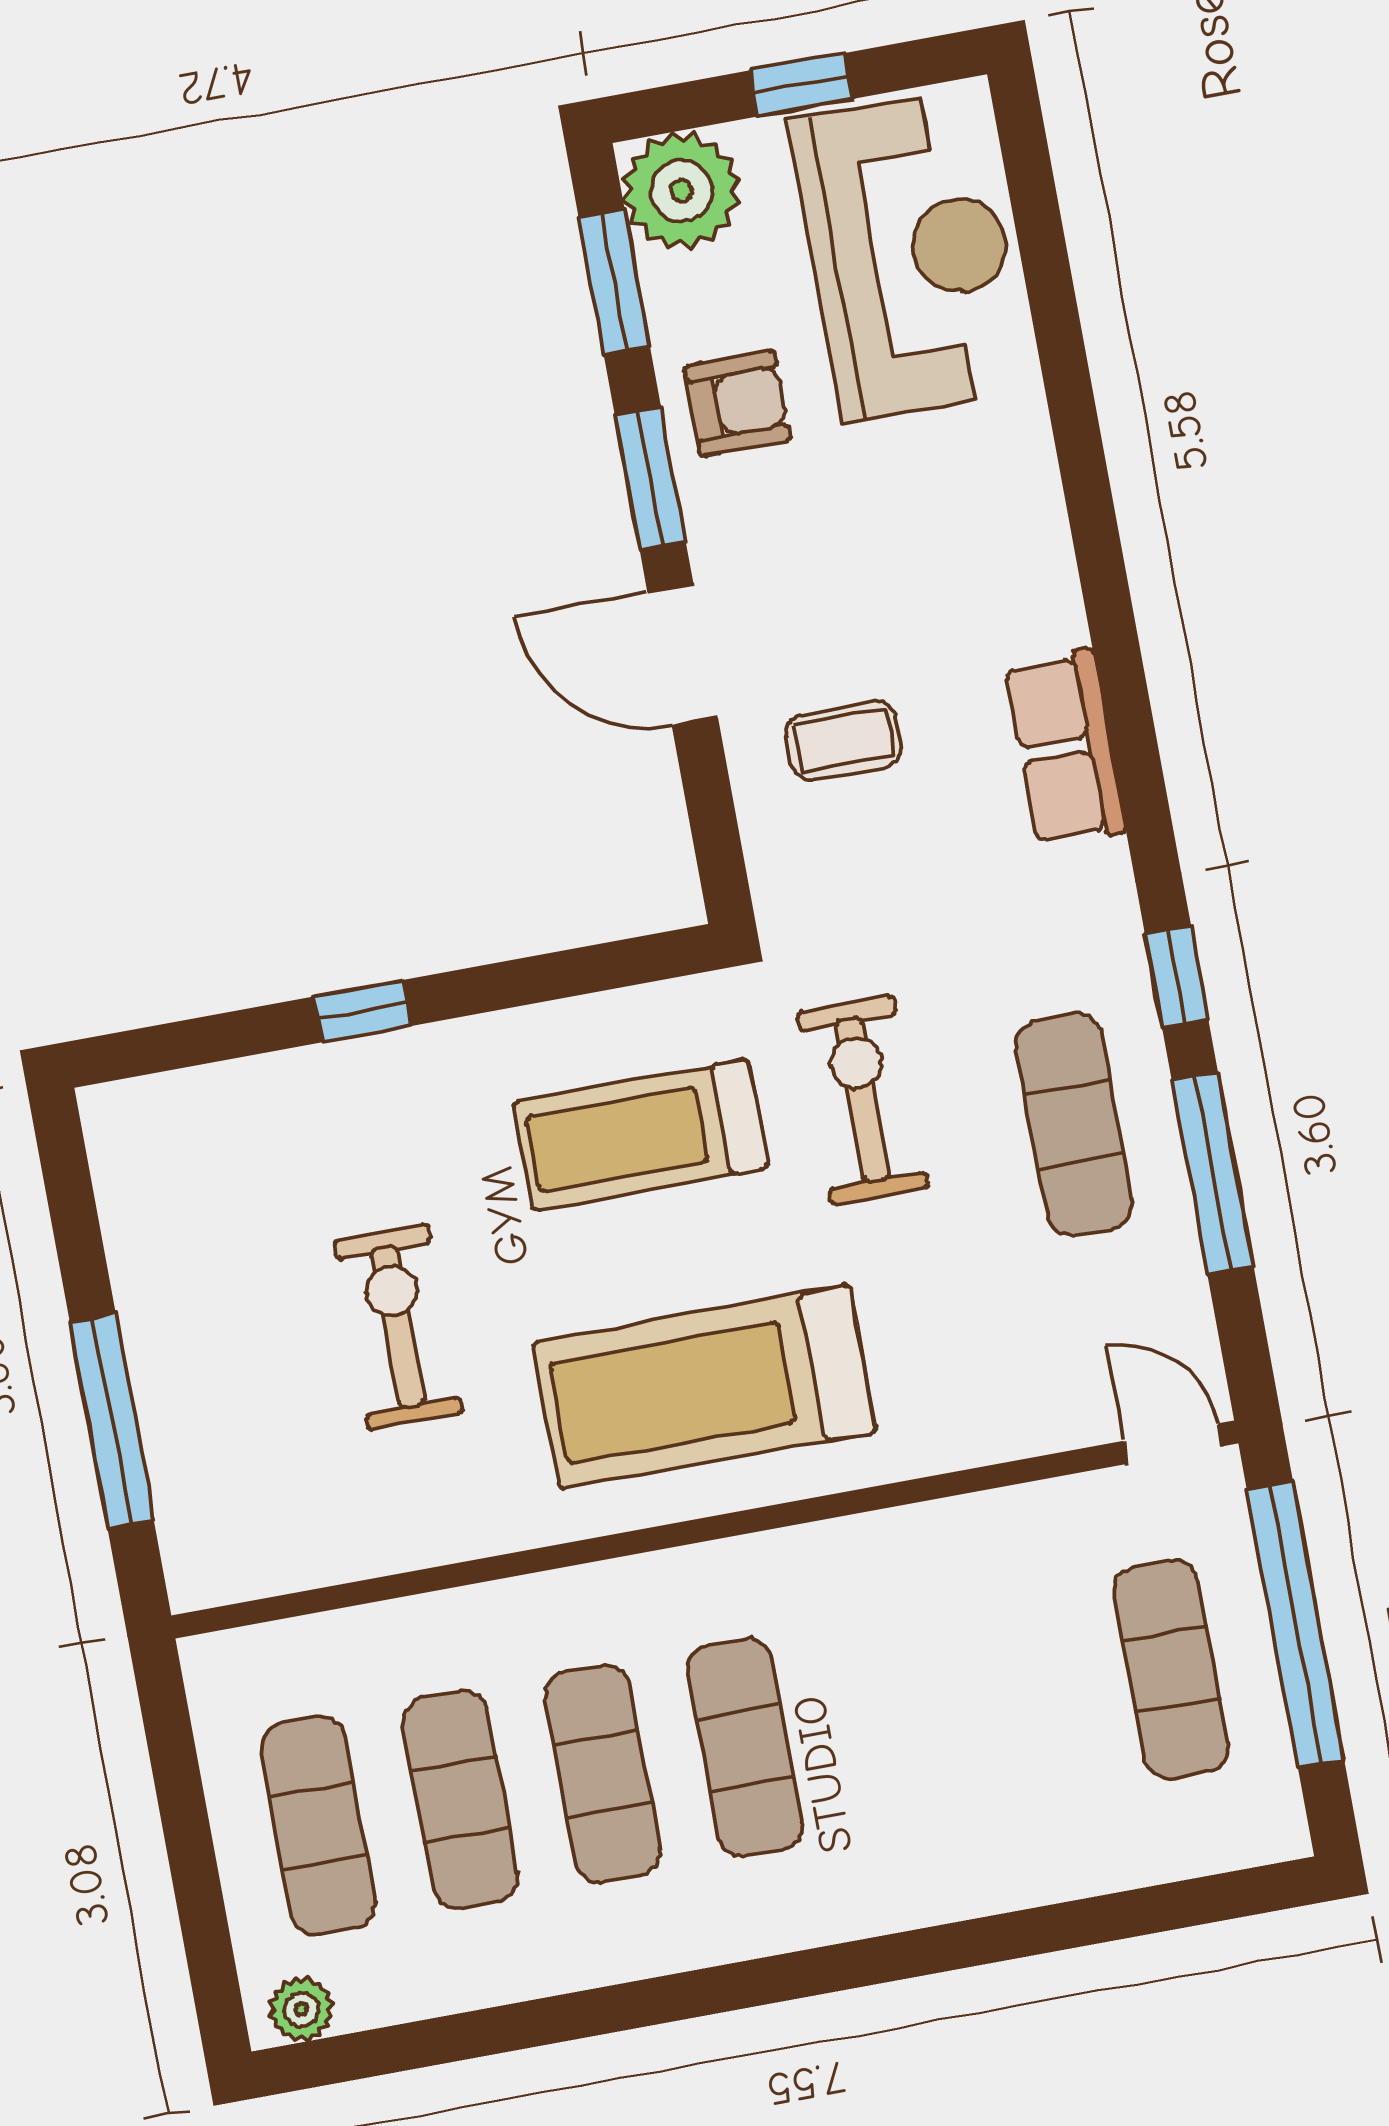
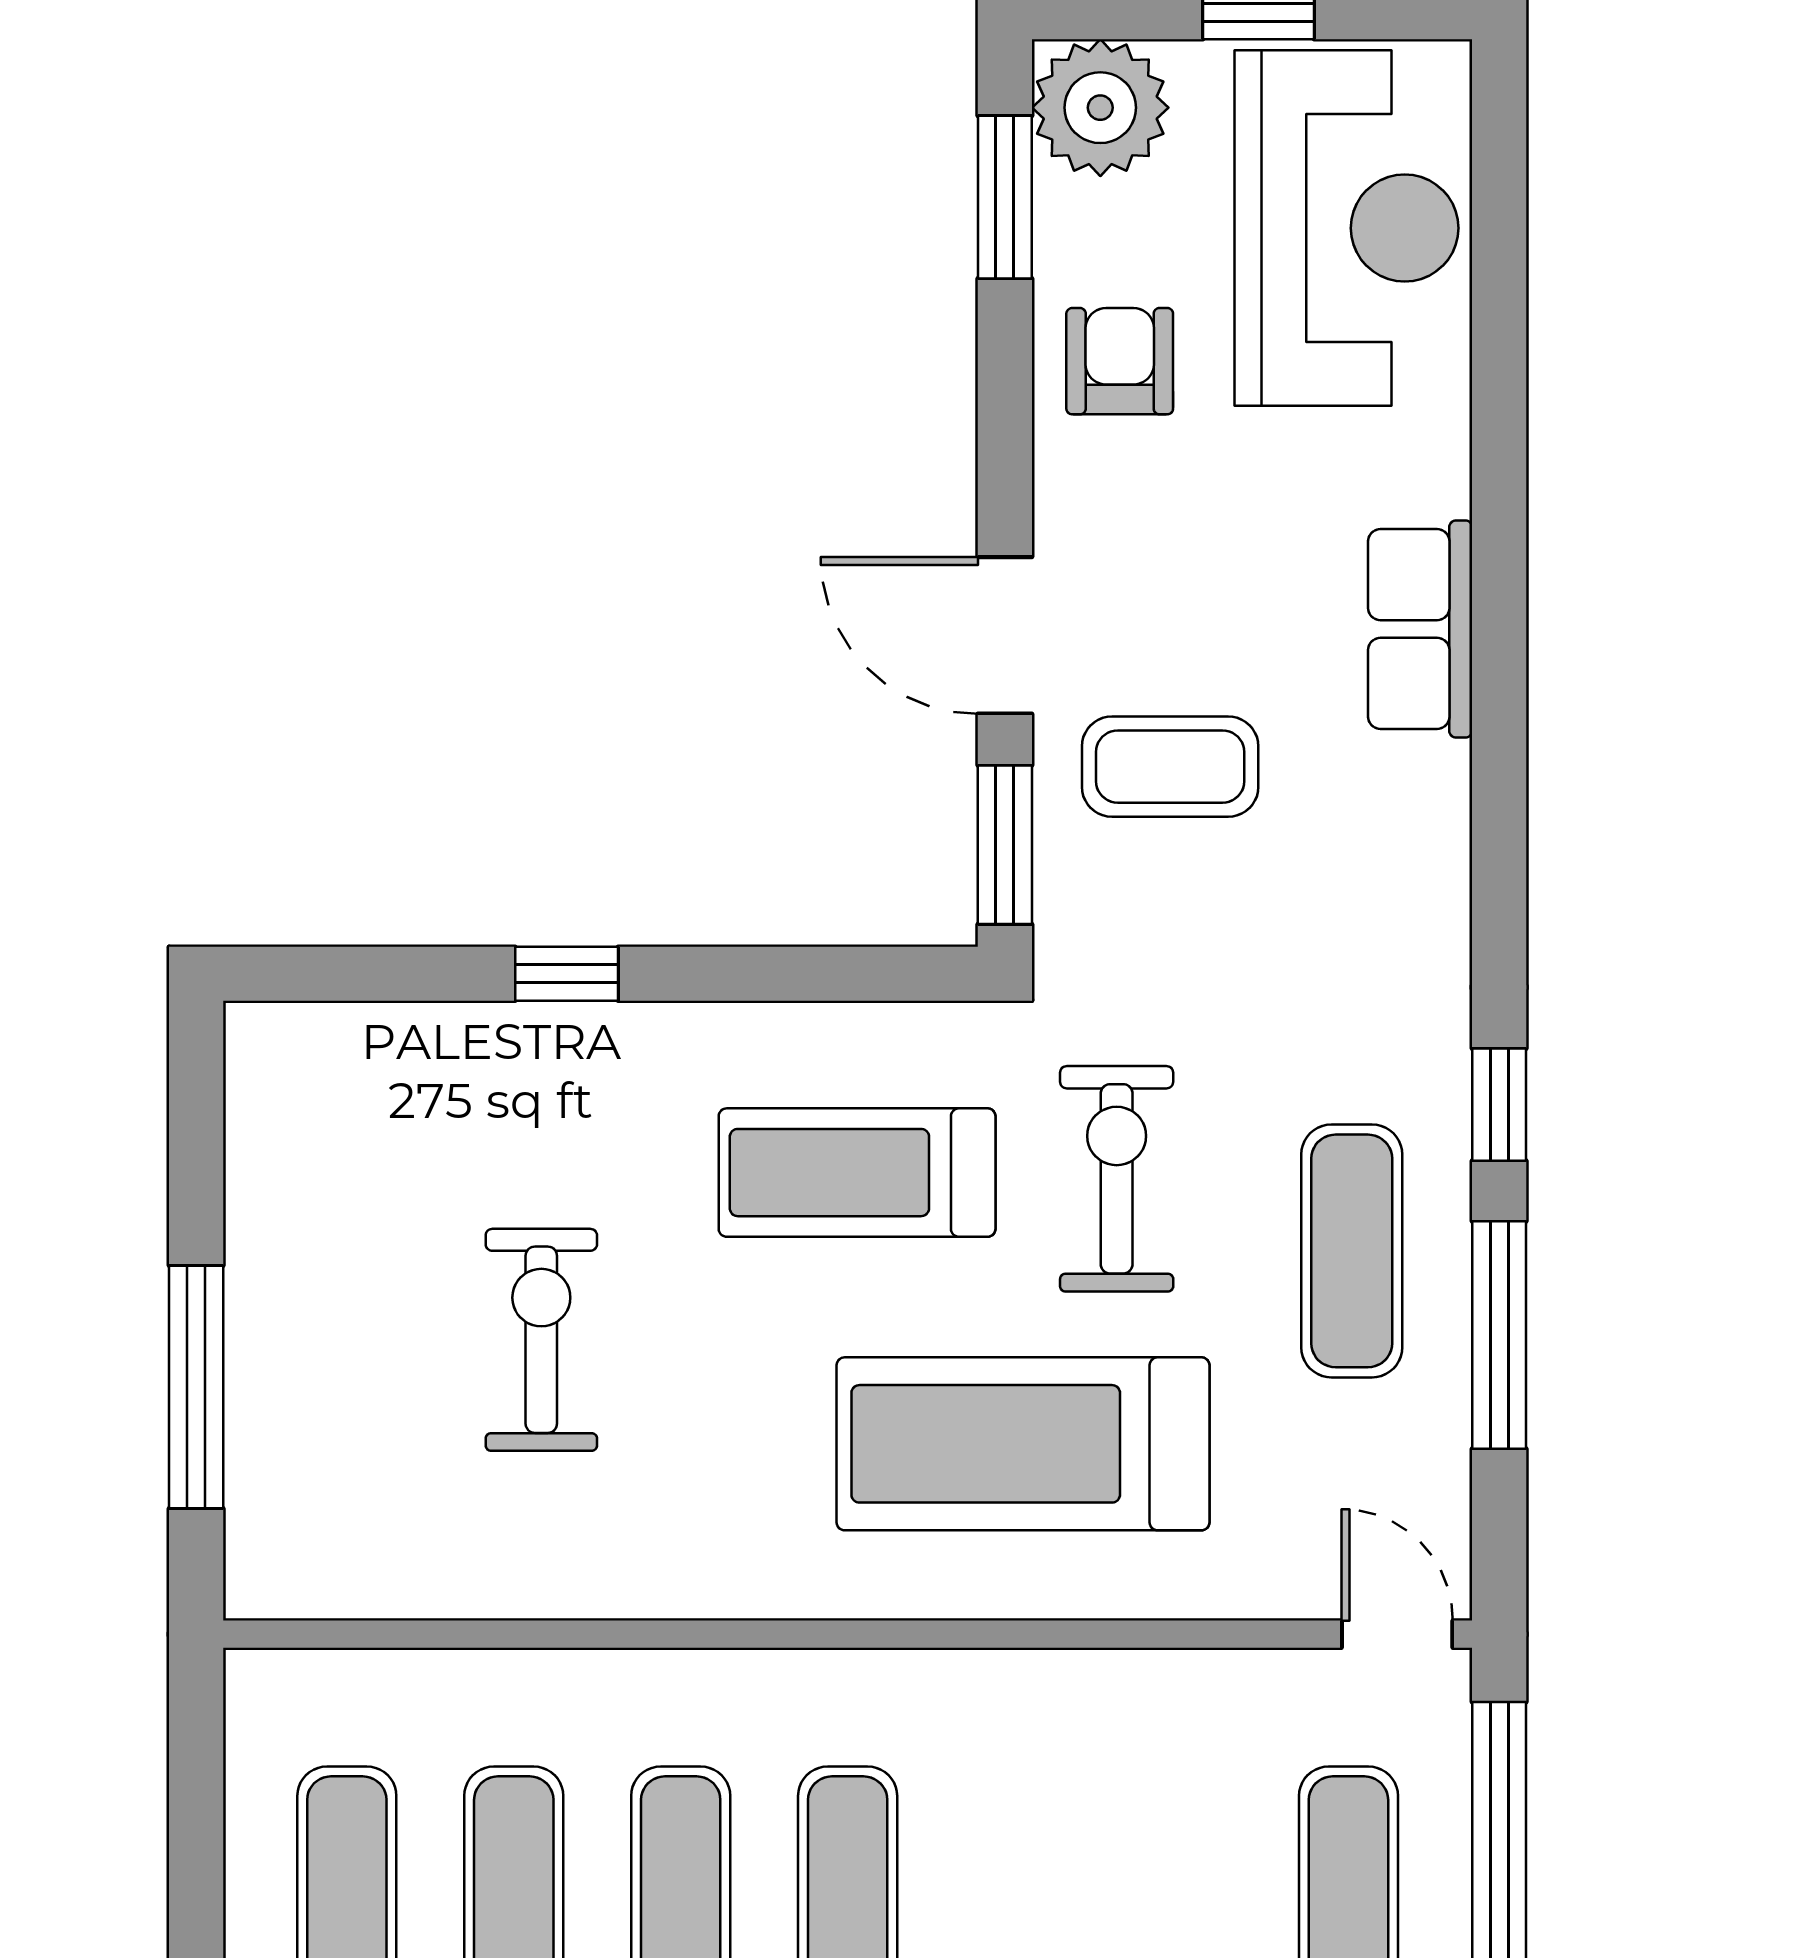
armchair: (738, 403) -> (1120, 361), turned -90
window: (650, 479) -> (1005, 845), moved
coffee table: (844, 741) -> (1170, 767), width x1.36, depth x1.30
row of seats: (1065, 748) -> (1420, 629), moved
treadmill: (705, 1387) -> (1023, 1444), moved

